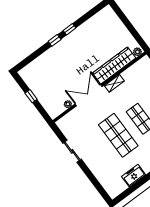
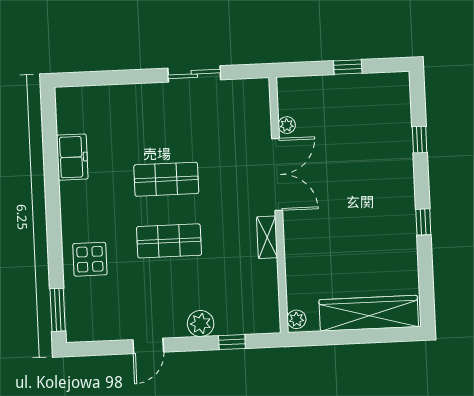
window: (55, 40) -> (420, 140), moved
wardrobe: (114, 66) -> (369, 313), moved, turned -90
shop shelf: (118, 135) -> (166, 179), width x0.70, depth x0.74

